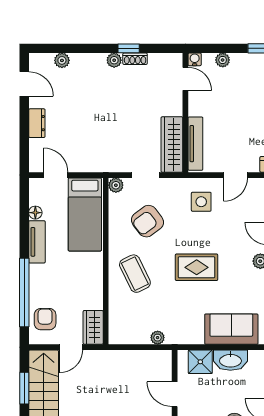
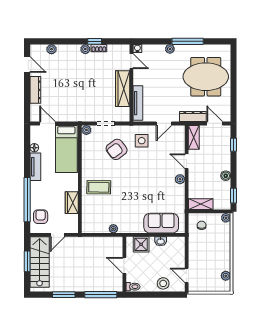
plant: (223, 60) -> (170, 49), moved
dresser: (37, 123) -> (35, 90), width x1.44
wardrobe: (172, 145) -> (123, 89), moved
armchair: (147, 221) -> (117, 149), moved
rug: (197, 267) -> (139, 183), removed
coffee table: (135, 274) -> (99, 187), turned -63
wardrobe: (93, 327) -> (72, 203), moved
washbasin: (230, 360) -> (161, 241), width x0.52, depth x0.69

